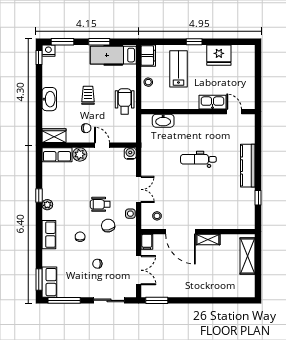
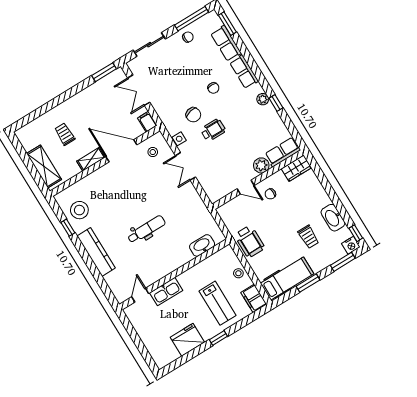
trolley: (88, 95) -> (308, 237), moved
washbasin: (49, 99) -> (333, 218), moved
door: (234, 112) -> (140, 295), swing flipped
water cooler: (130, 153) -> (214, 196), removed
stool: (241, 206) -> (79, 210), added
chair: (97, 264) -> (188, 37), moved
trolley: (216, 271) -> (65, 134), added
row of seats: (49, 282) -> (226, 43), moved

